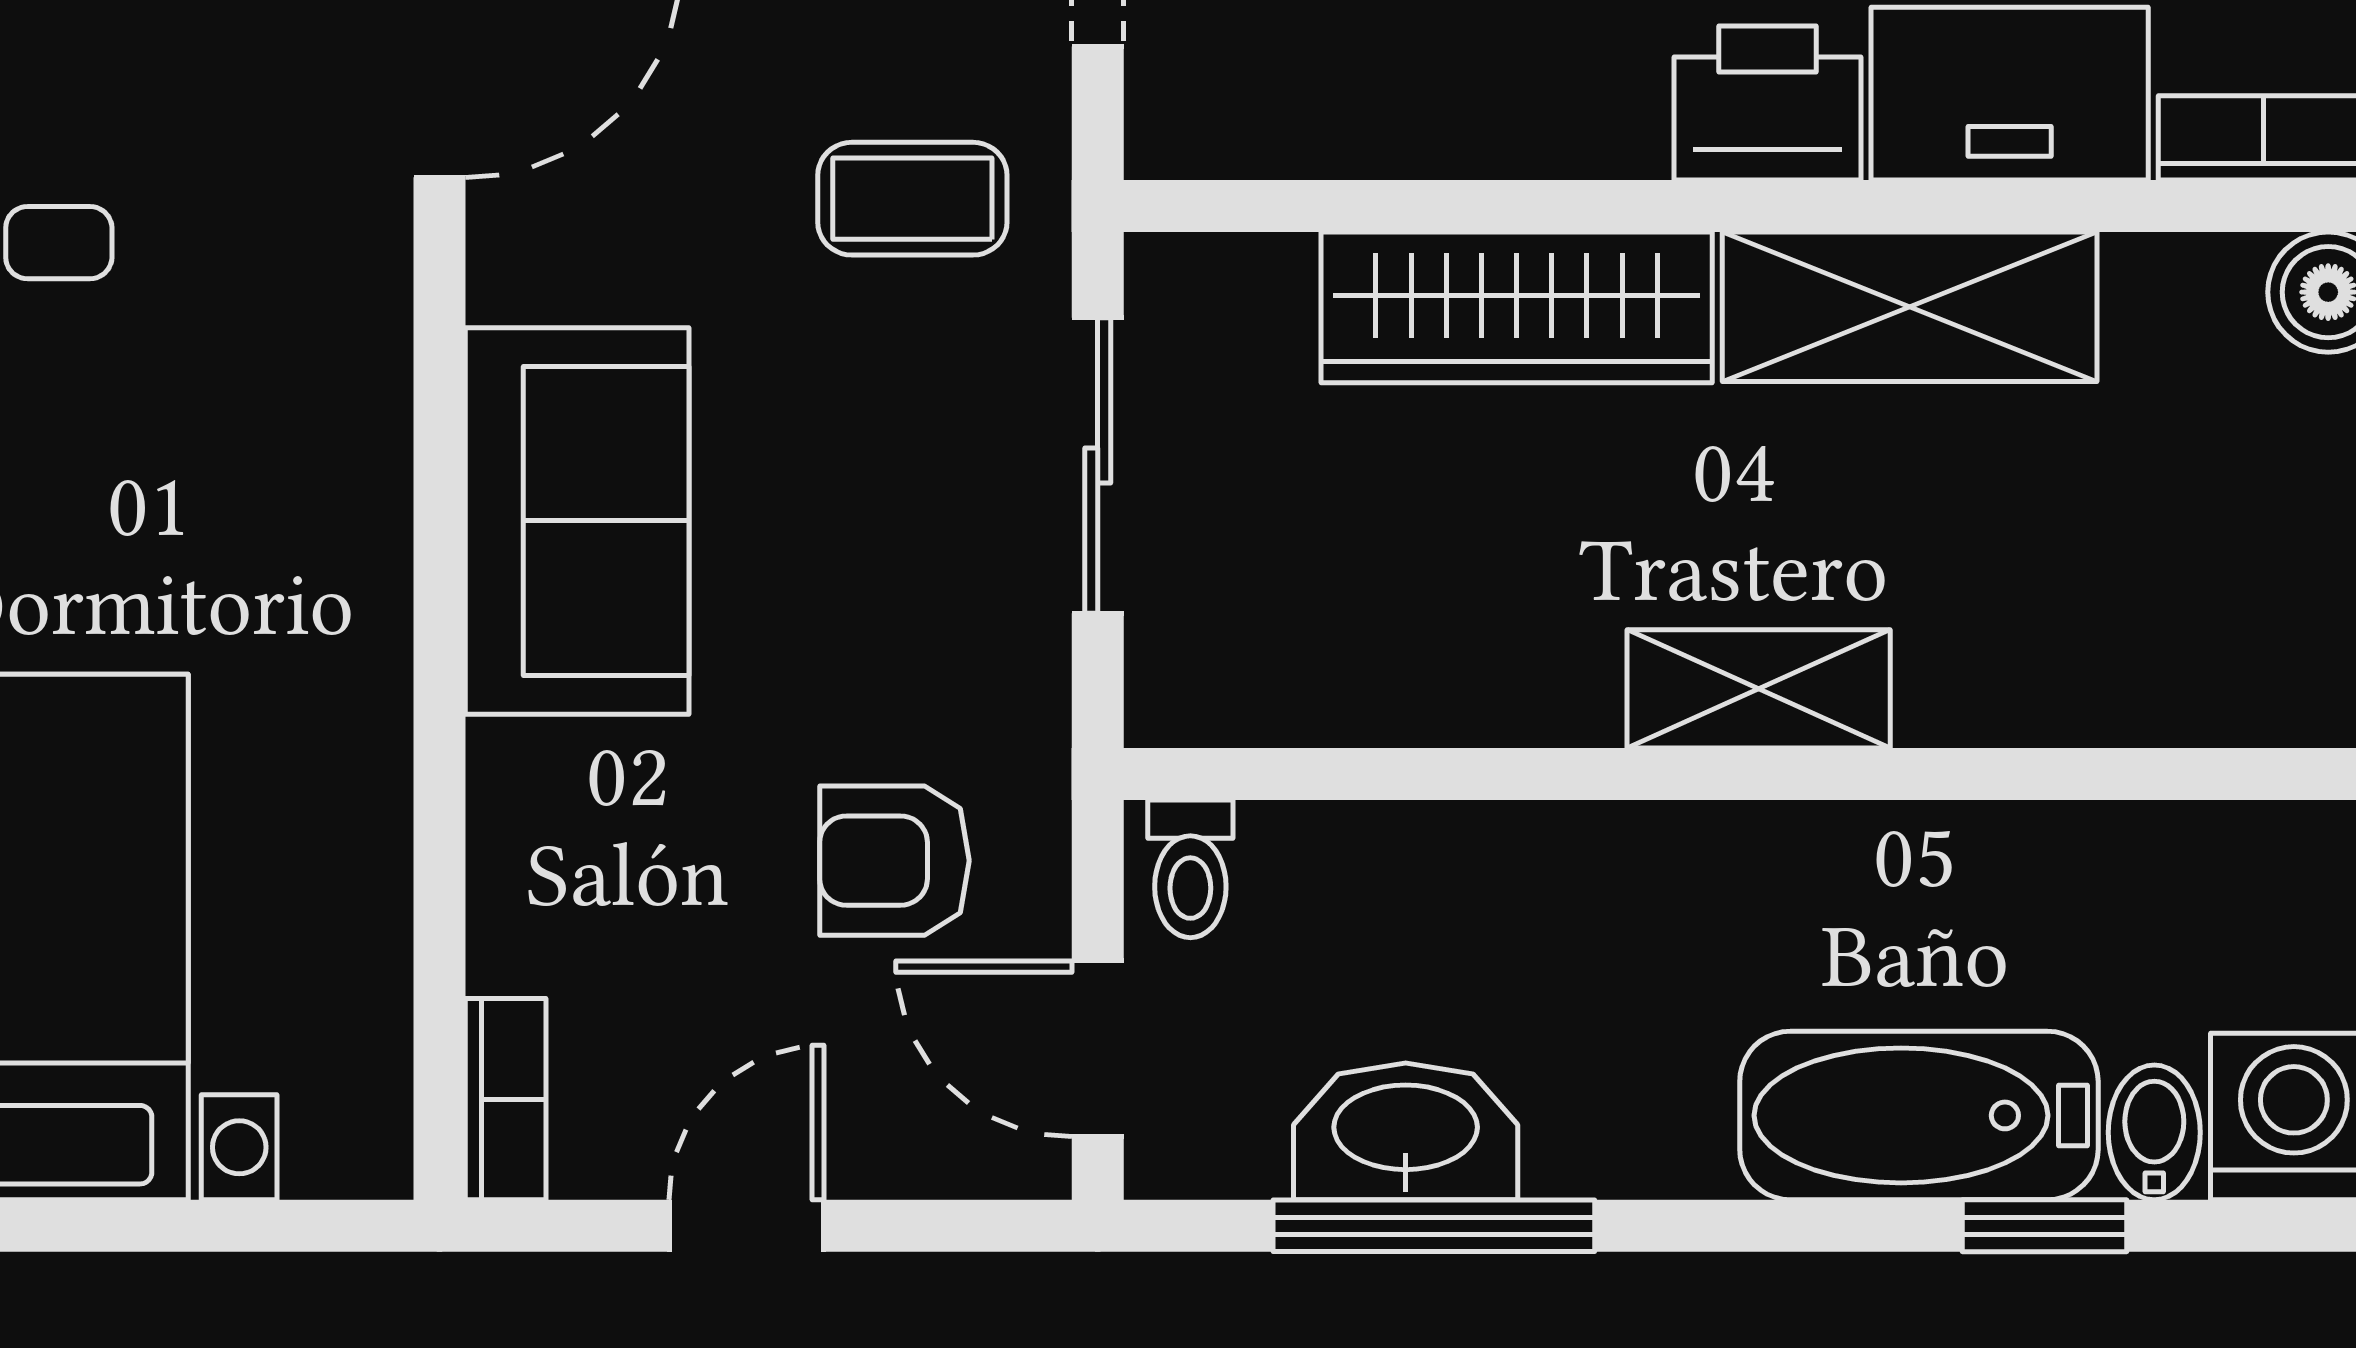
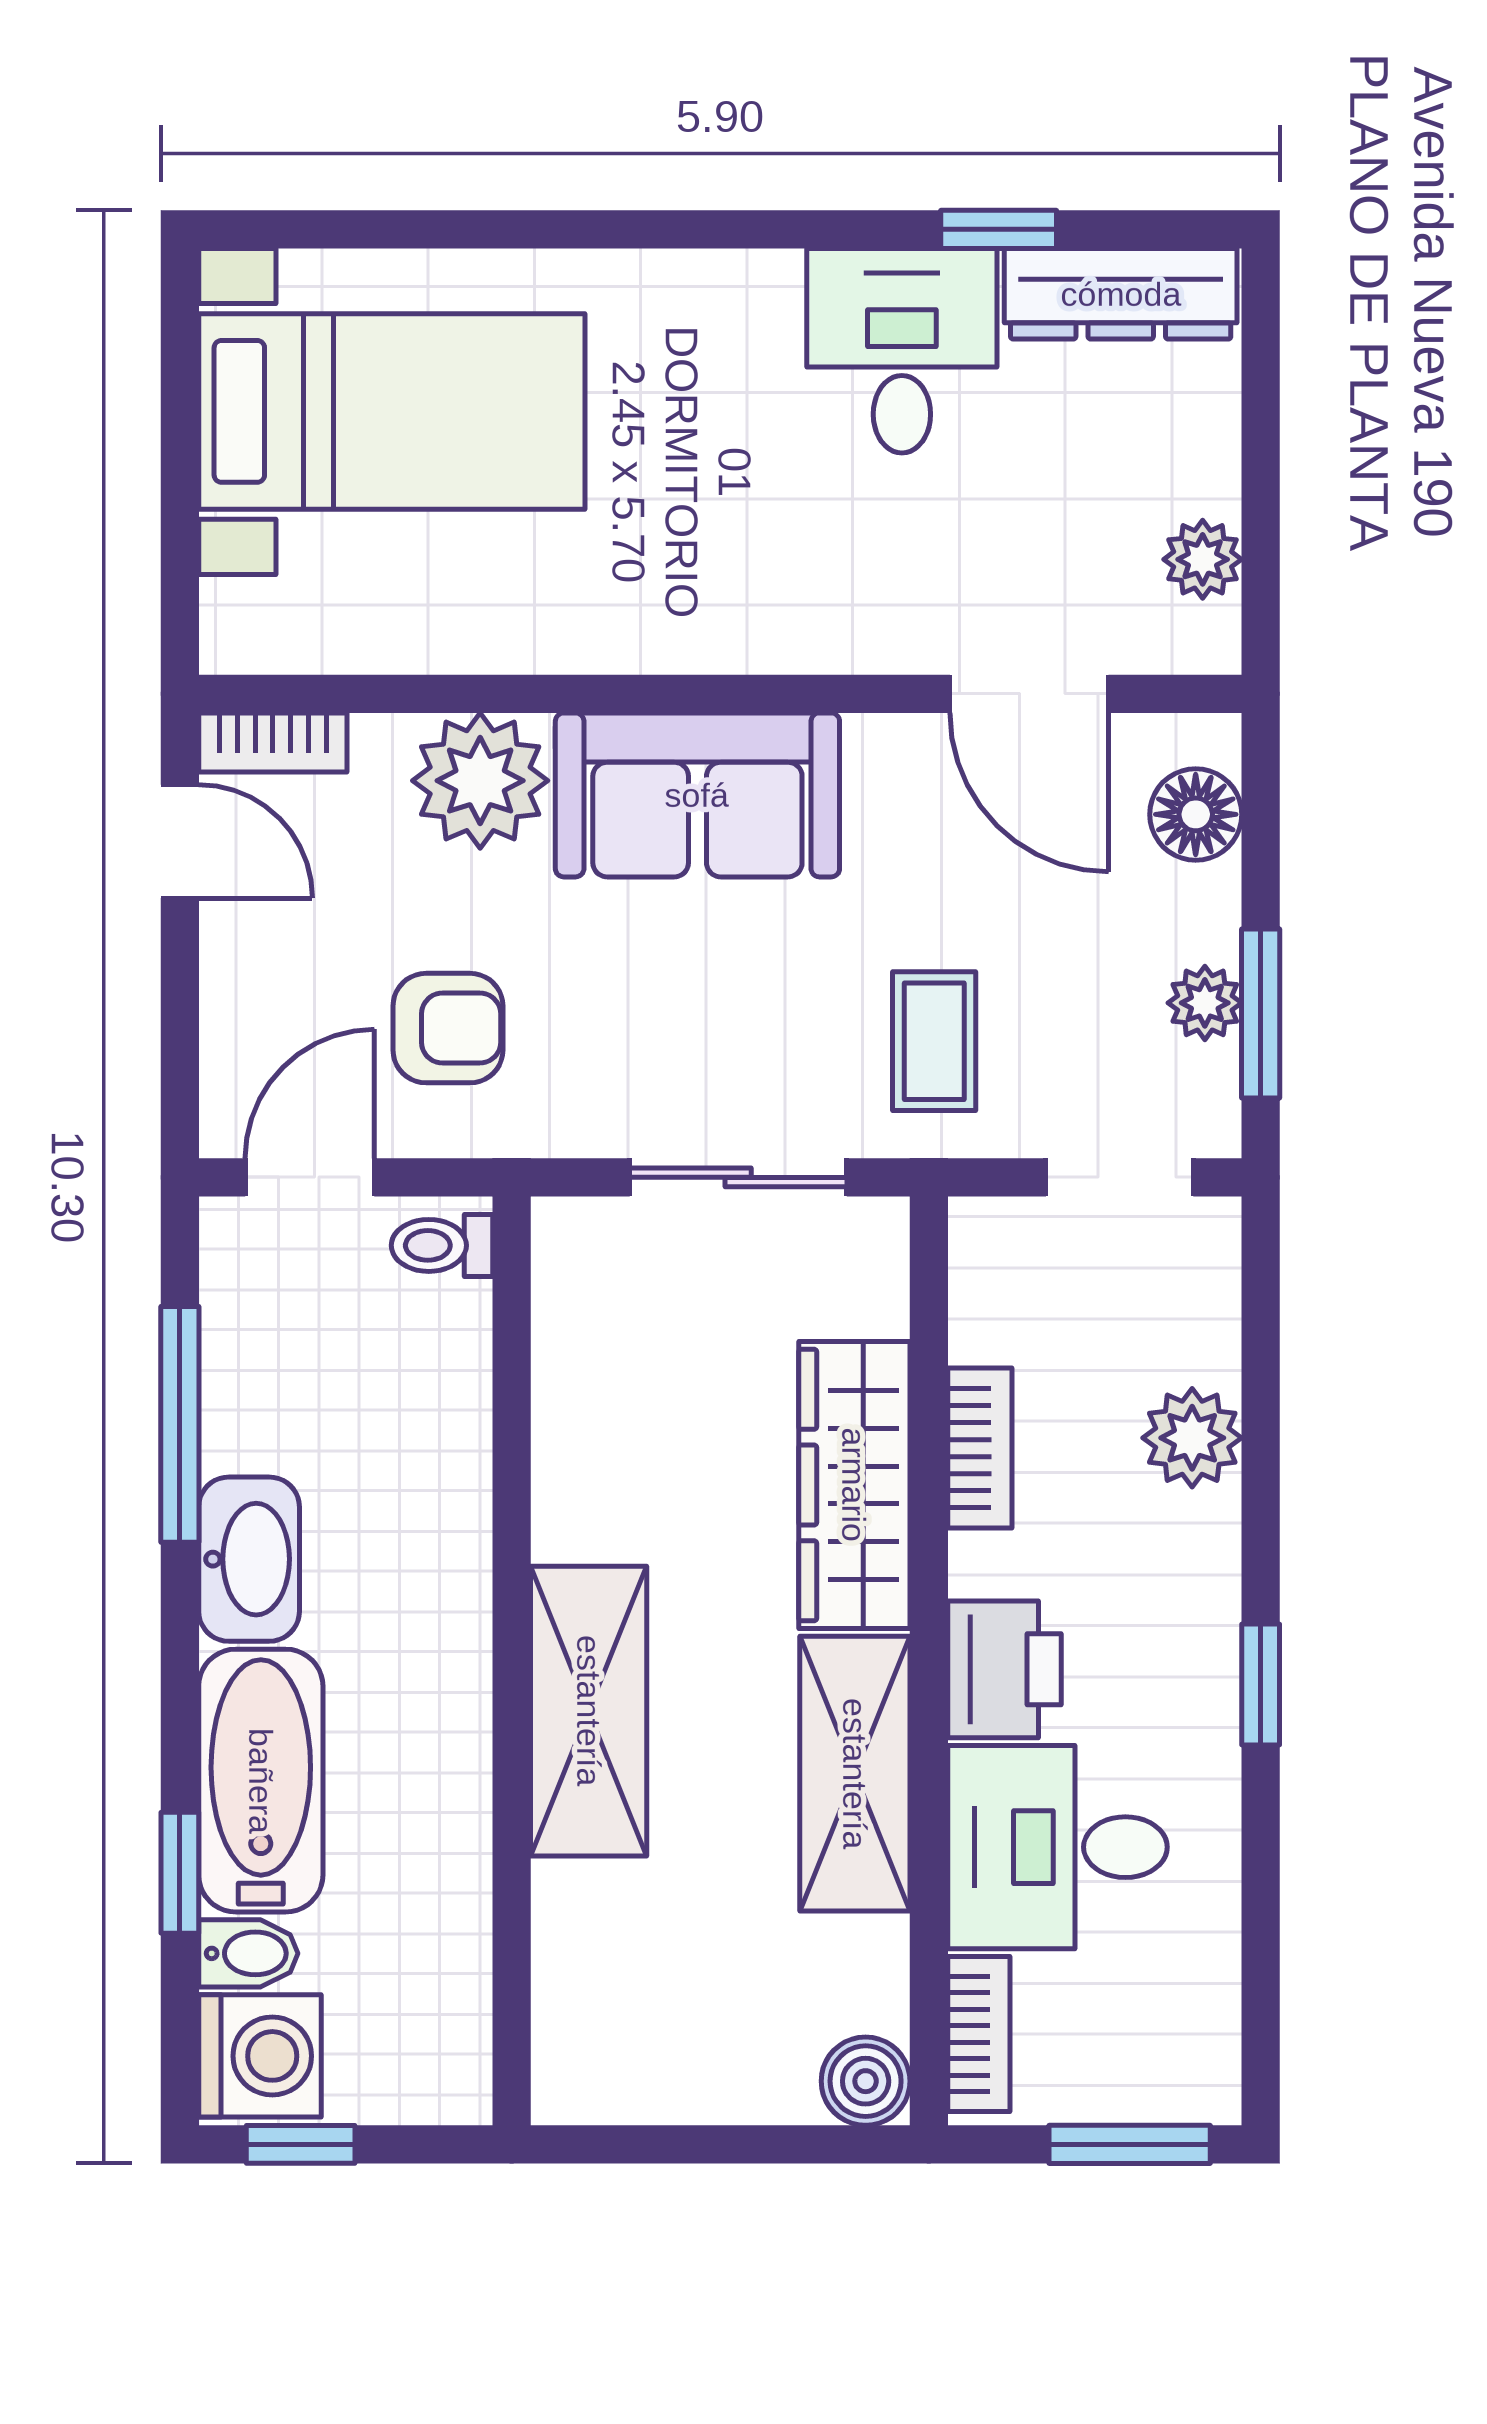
bookcase: (1466, 137) -> (980, 1448), added
shelving: (1759, 689) -> (589, 1711), width x1.50, depth x1.33
plant: (558, 817) -> (480, 781), added
armchair: (894, 861) -> (448, 1028), turned 90
washbasin: (1406, 1131) -> (249, 1559), moved
door: (746, 1226) -> (180, 841), moved

